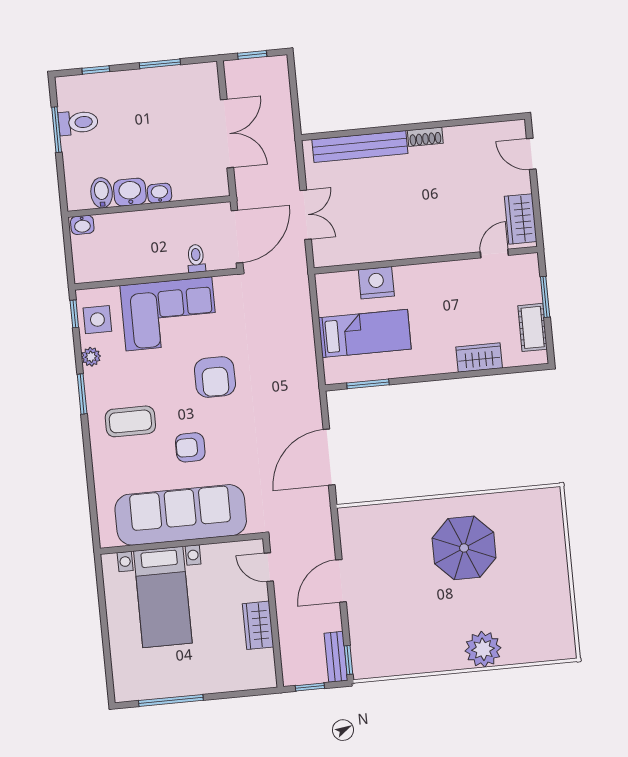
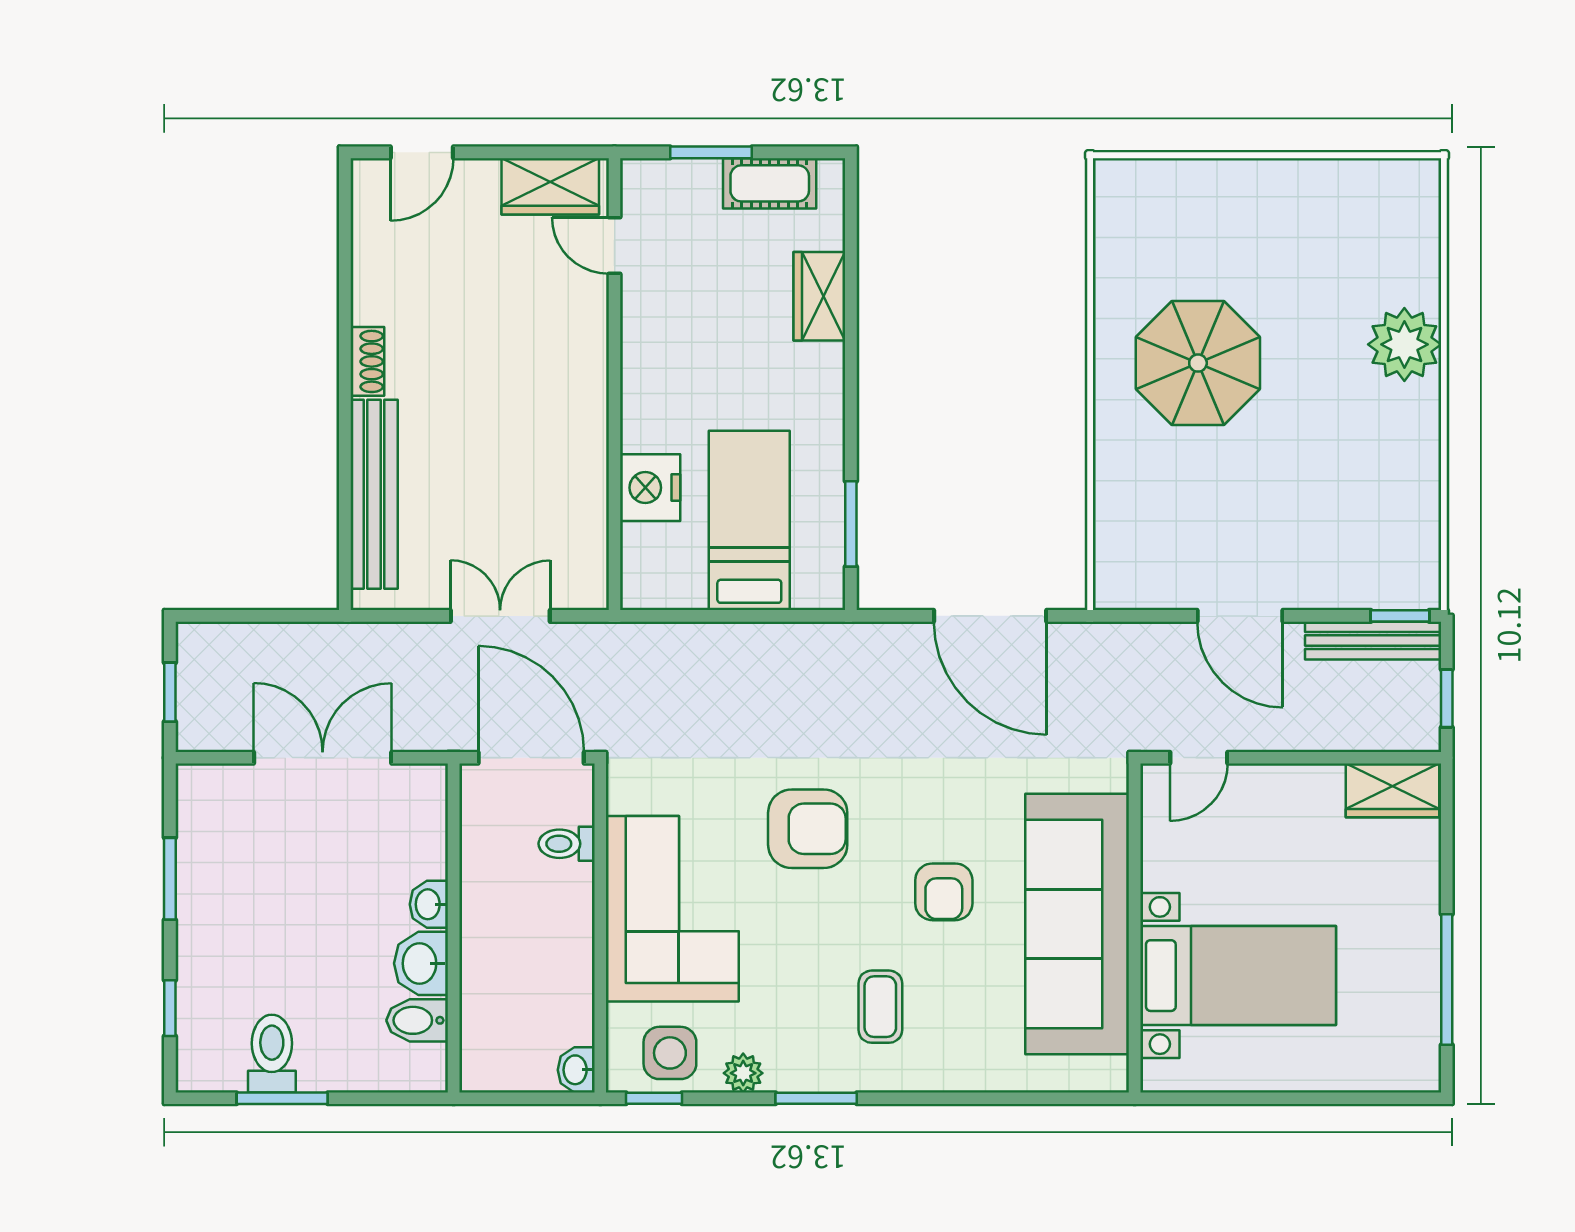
washbasin: (82, 225) -> (576, 1070), moved, turned 180
coffee table: (130, 421) -> (880, 1007), width x0.73, depth x0.77
wardrobe: (258, 625) -> (1393, 790), moved
bench: (336, 657) -> (1373, 641), width x1.36

